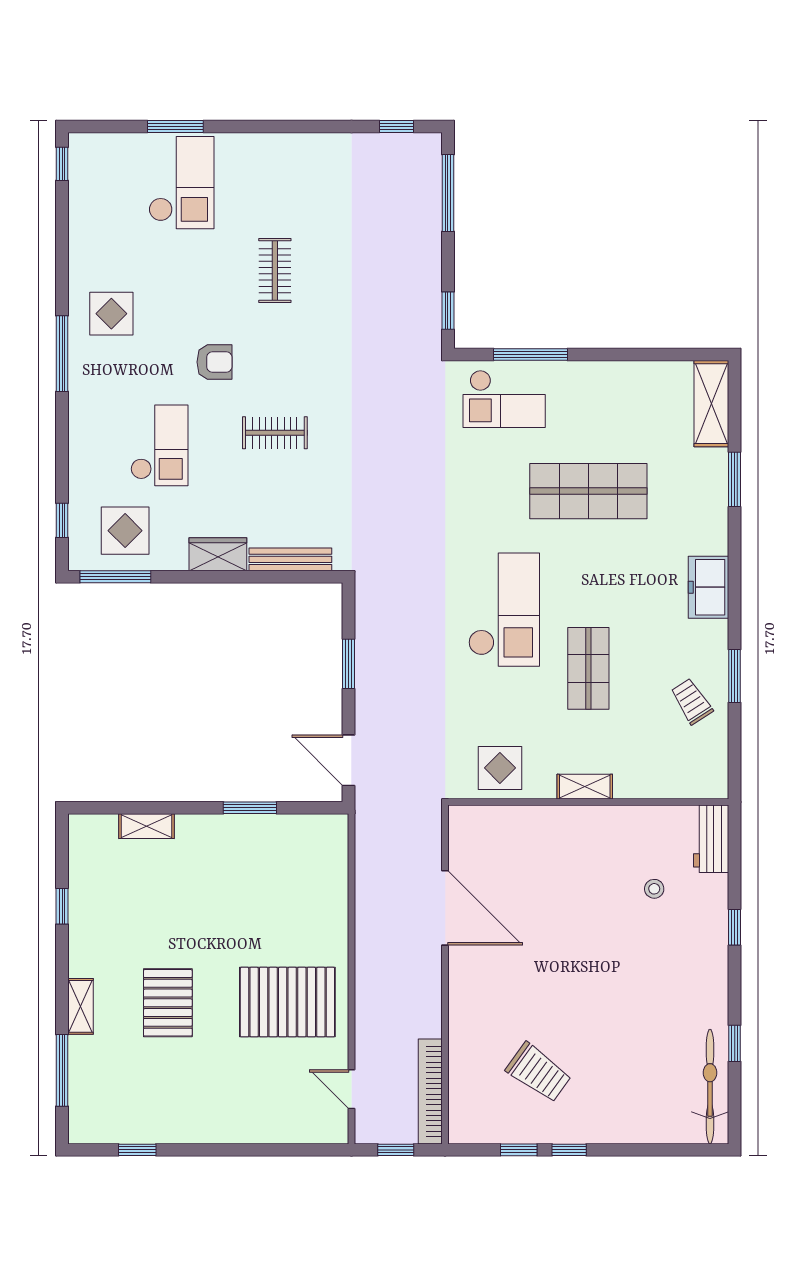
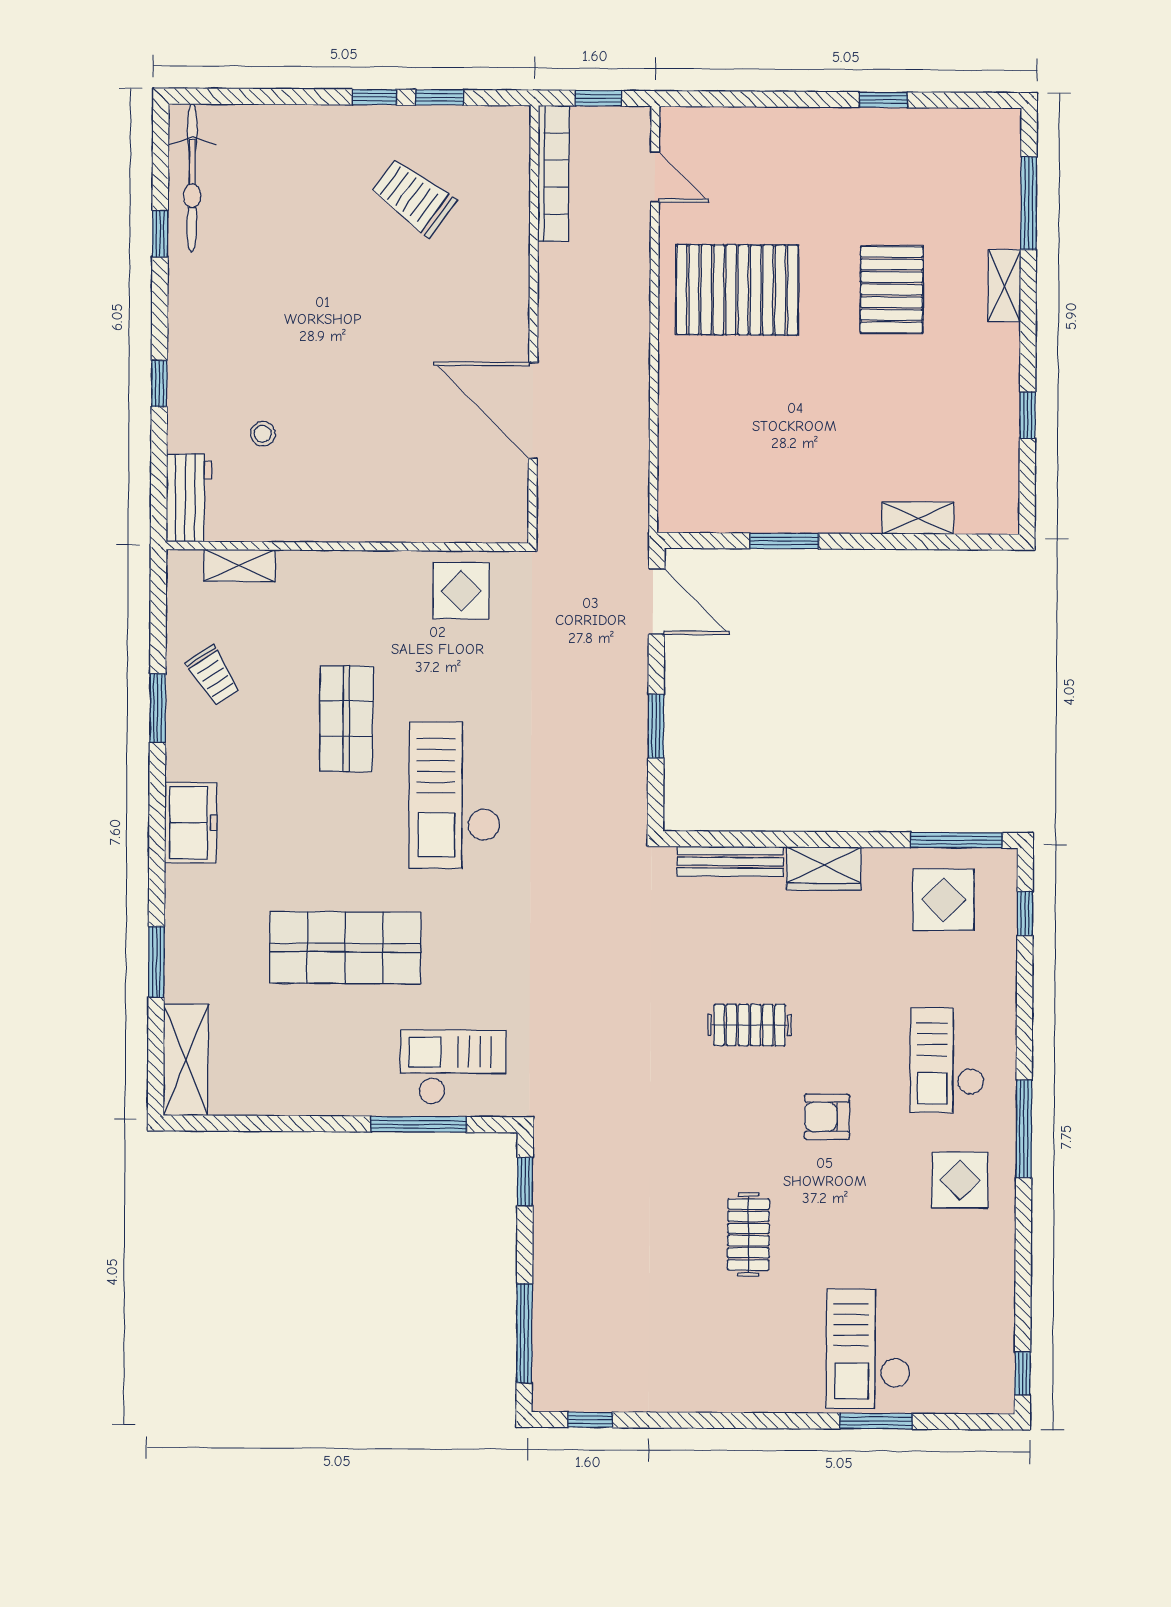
checkout: (159, 445) -> (947, 1060), moved
shelving: (585, 787) -> (239, 565), moved
window: (137, 1150) -> (883, 100), moved

